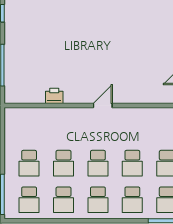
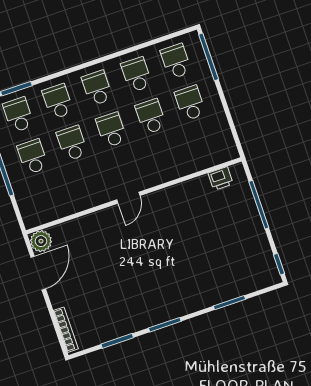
printer: (54, 96) -> (221, 179), moved

